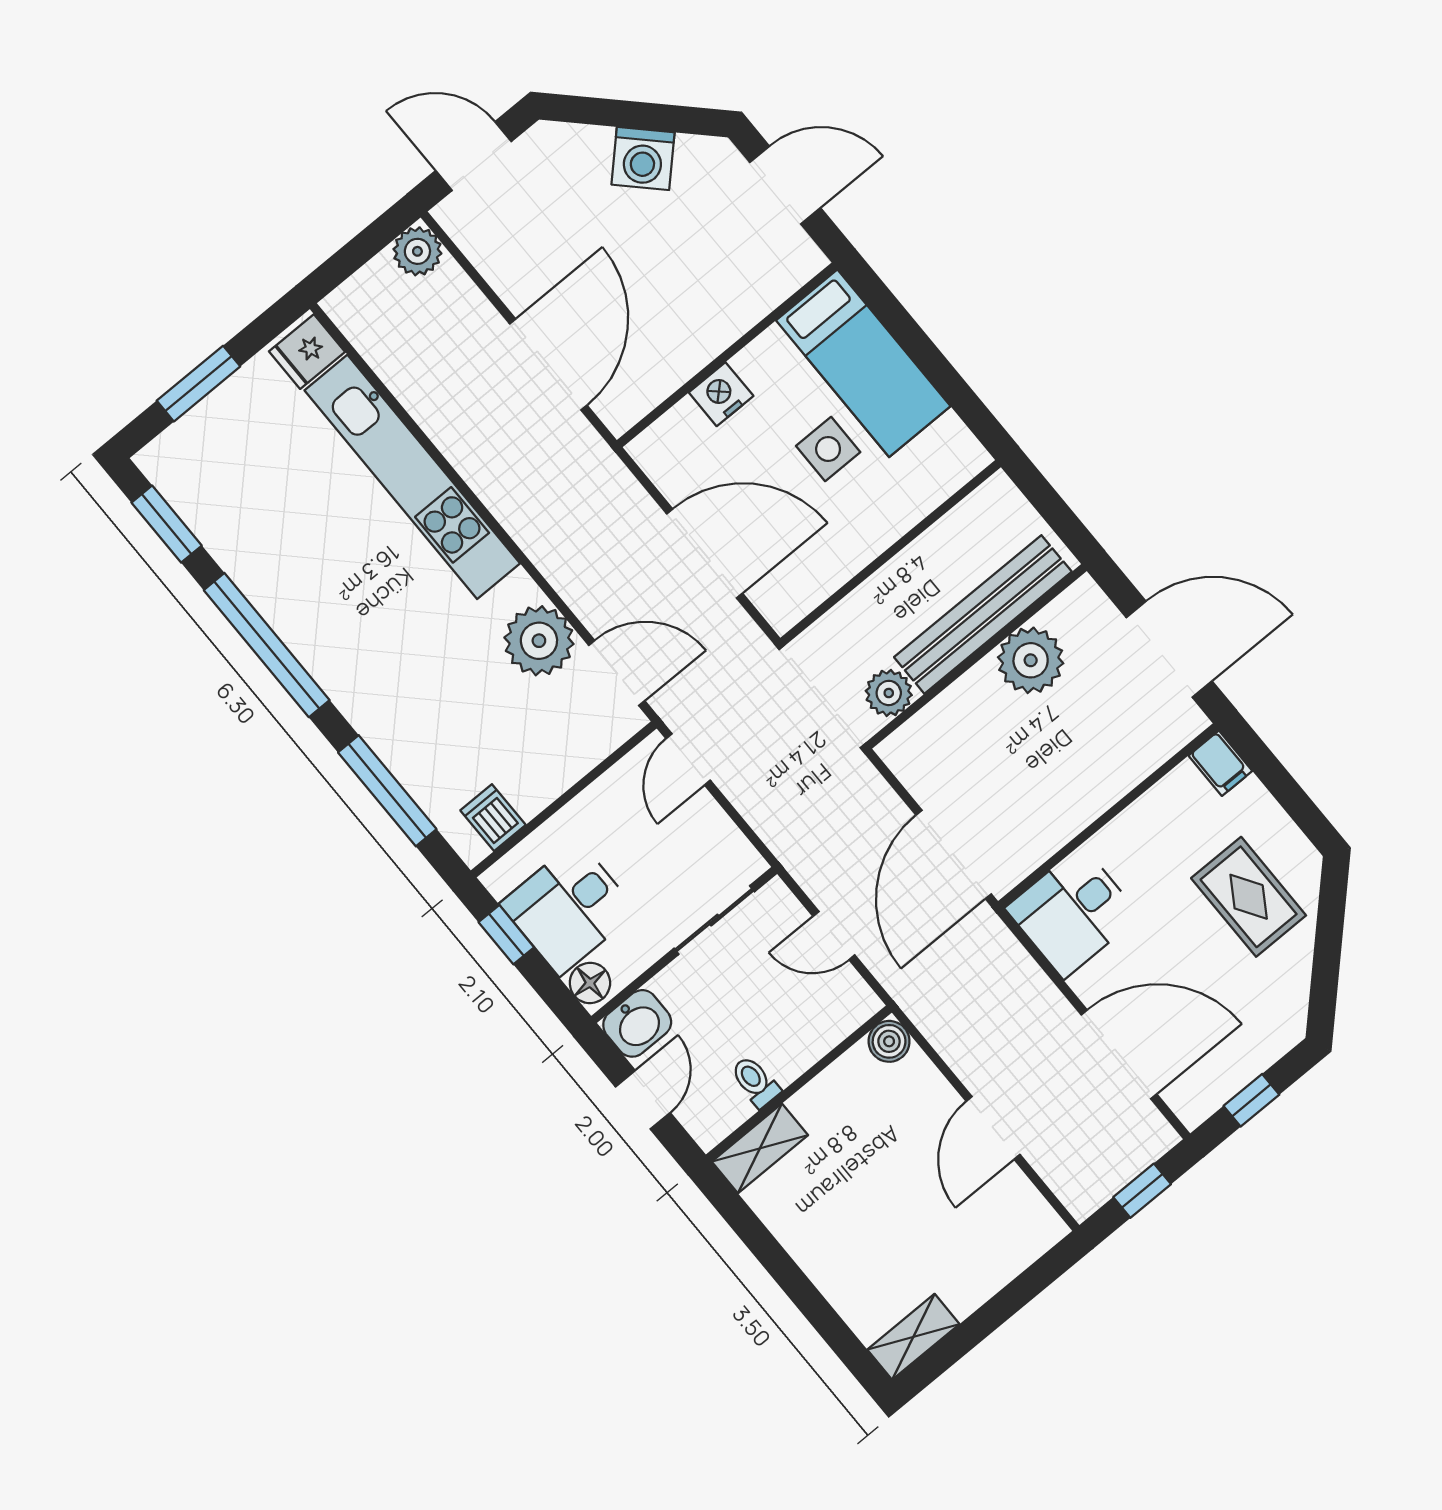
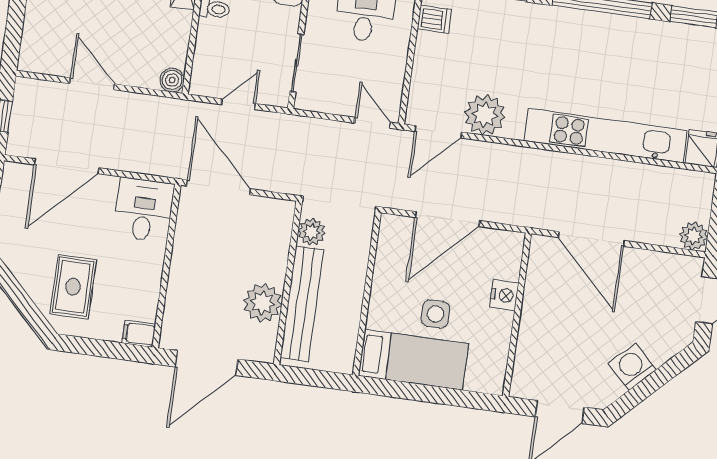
bed: (863, 363) -> (413, 360), moved, turned 180
rug: (1249, 897) -> (73, 287), turned 90

